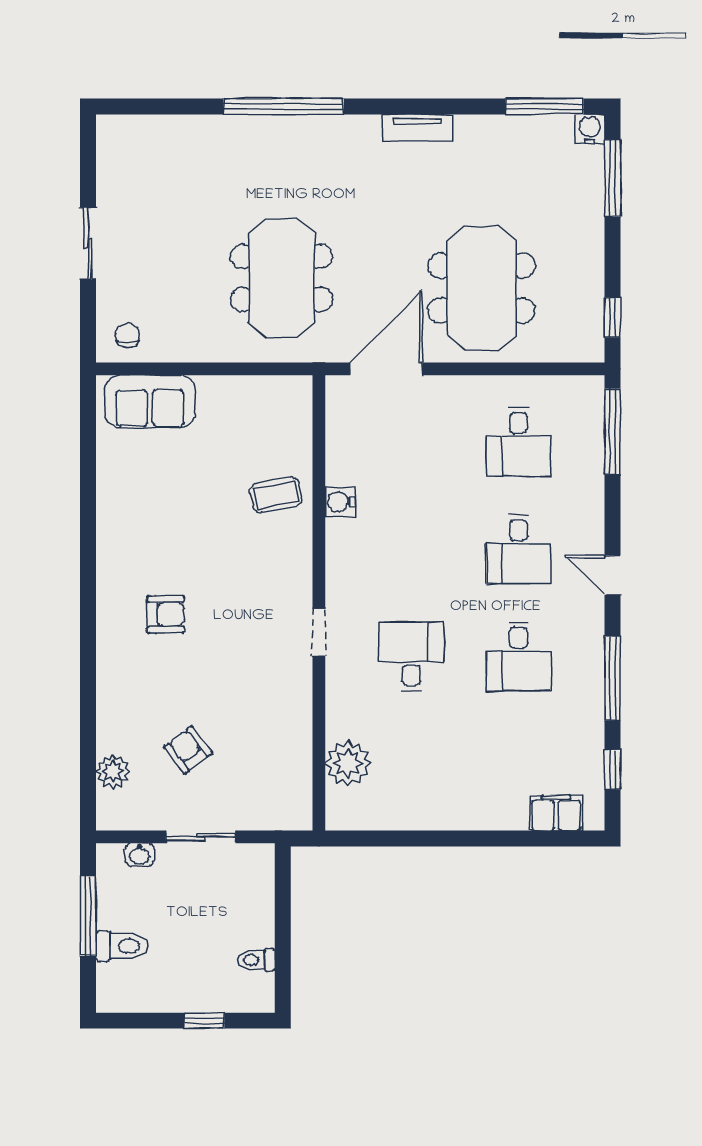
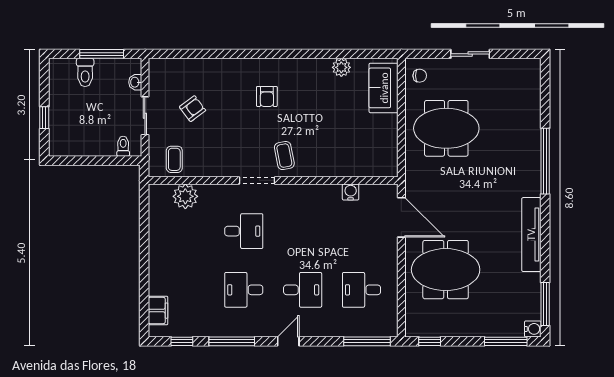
tv unit: (418, 128) -> (531, 235), width x1.92, depth x1.29
meeting table: (282, 278) -> (446, 128), moved
coffee table: (276, 495) -> (284, 156), moved
water cooler: (340, 502) -> (351, 192), moved
desk: (519, 549) -> (303, 290), turned 180
doorway: (319, 632) -> (257, 180), width x1.38
plant: (113, 772) -> (341, 67), moved
coffee table: (280, 783) -> (174, 159), added
toilet: (256, 960) -> (123, 146), moved

